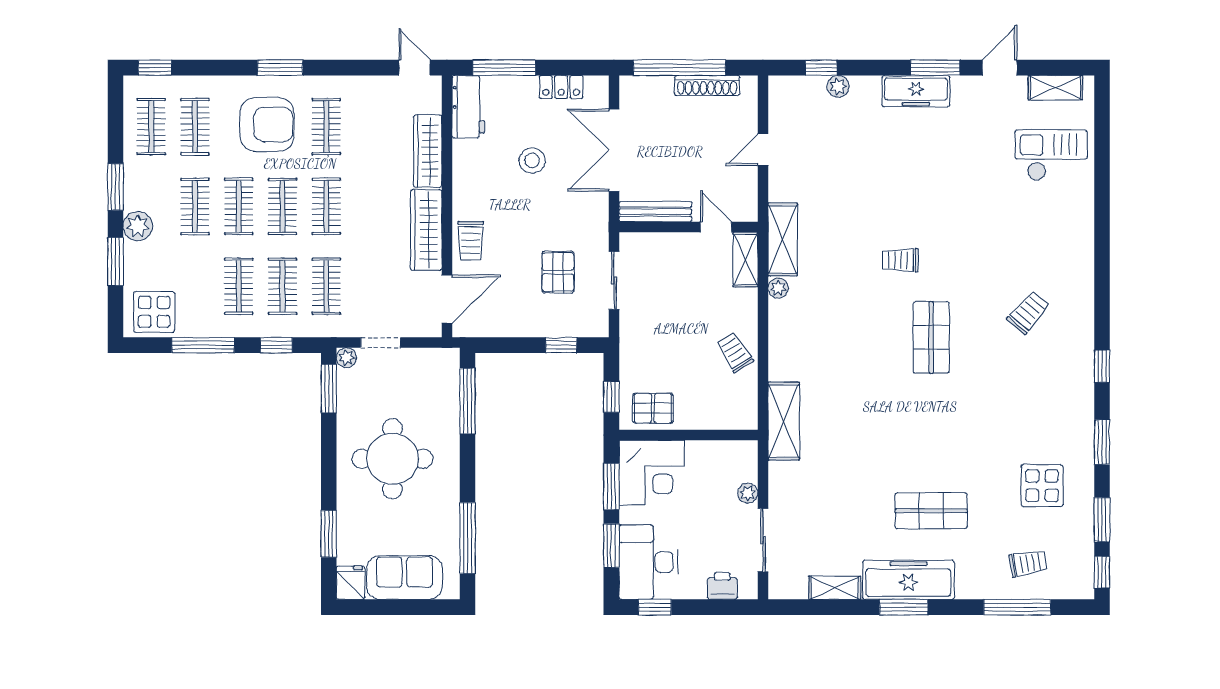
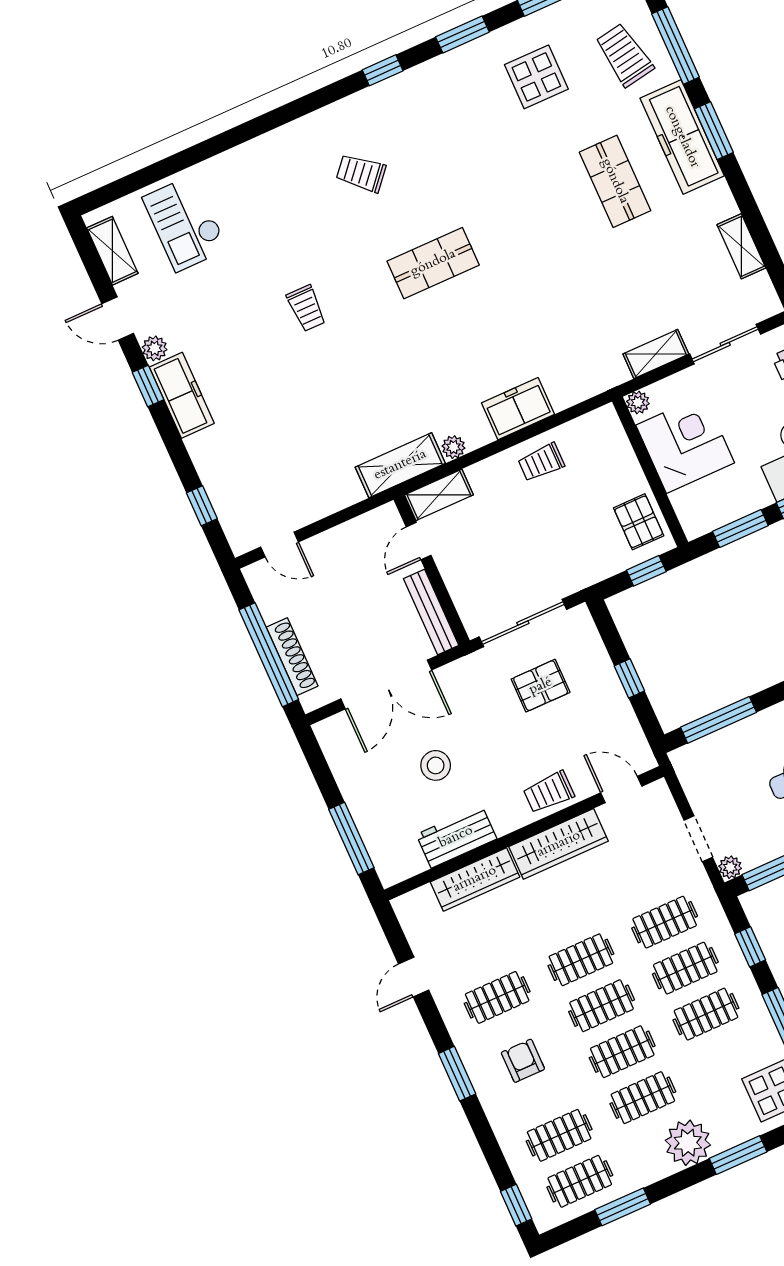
door: (415, 68) -> (414, 977), moved
window: (935, 68) -> (148, 386), width x0.67
shoe rack: (707, 85) -> (292, 657), moved
plant: (838, 86) -> (155, 348), moved
locker: (561, 87) -> (345, 770), removed
workbench: (468, 107) -> (456, 837), moved
armchair: (267, 124) -> (523, 1061), width x0.53, depth x0.53
door: (763, 150) -> (280, 544), moved
window: (116, 187) -> (623, 1207), moved
plant: (138, 226) -> (688, 1143), width x1.36, depth x1.36
trolley: (471, 241) -> (549, 792), turned 180
trolley: (900, 260) -> (306, 308), moved
sliding door: (614, 280) -> (523, 623), width x1.37
door: (447, 299) -> (621, 789), width x0.73
window: (561, 345) -> (629, 678), moved
trolley: (735, 352) -> (541, 462), turned 32
freezer: (786, 353) -> (518, 409), added
shelving: (784, 421) -> (656, 354), moved, width x0.67, depth x0.75
corner desk: (652, 473) -> (685, 444), moved
plant: (748, 493) -> (638, 402), moved
trolley: (1028, 563) -> (624, 55), width x1.36, depth x1.39
freezer: (908, 580) -> (682, 137), moved
window: (904, 607) -> (714, 131), moved

